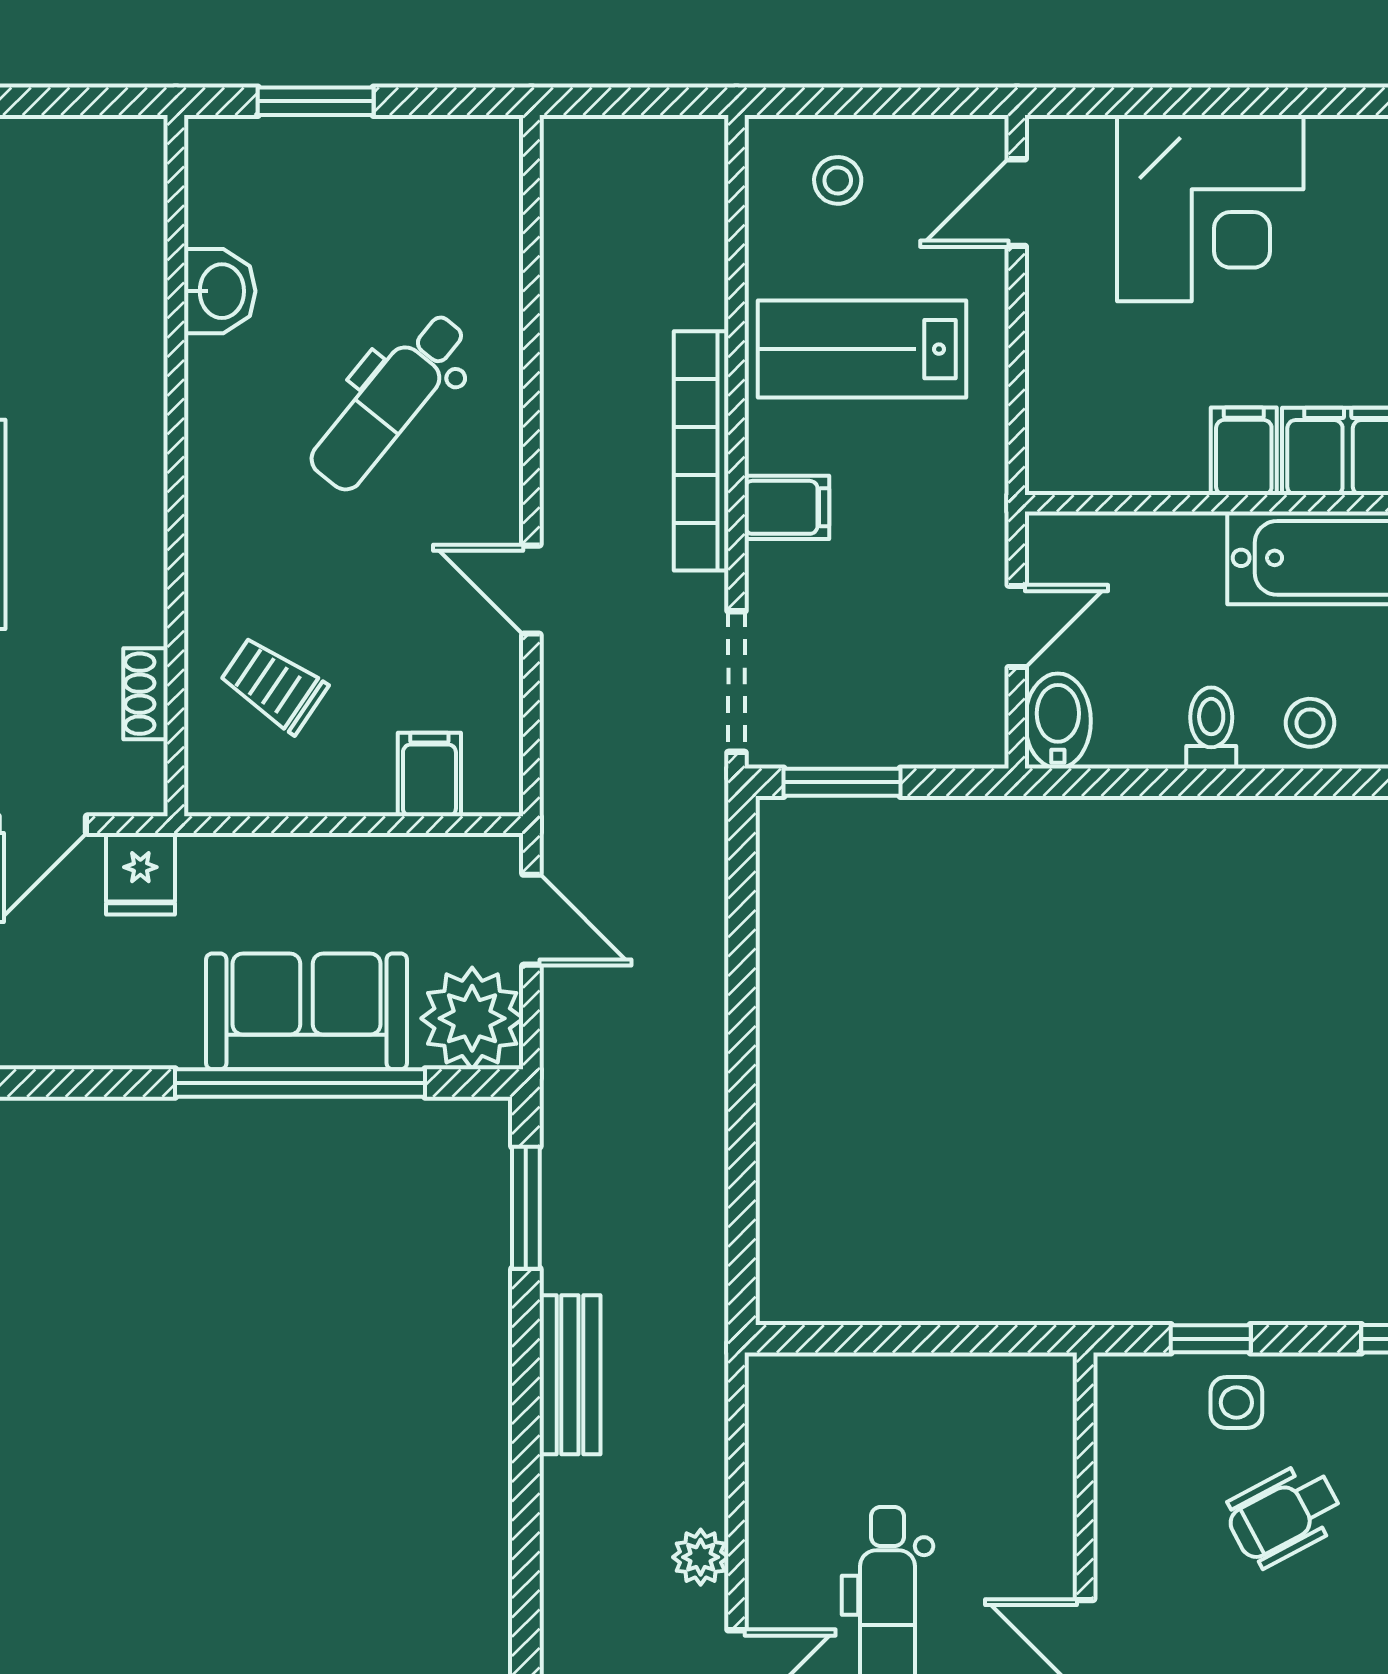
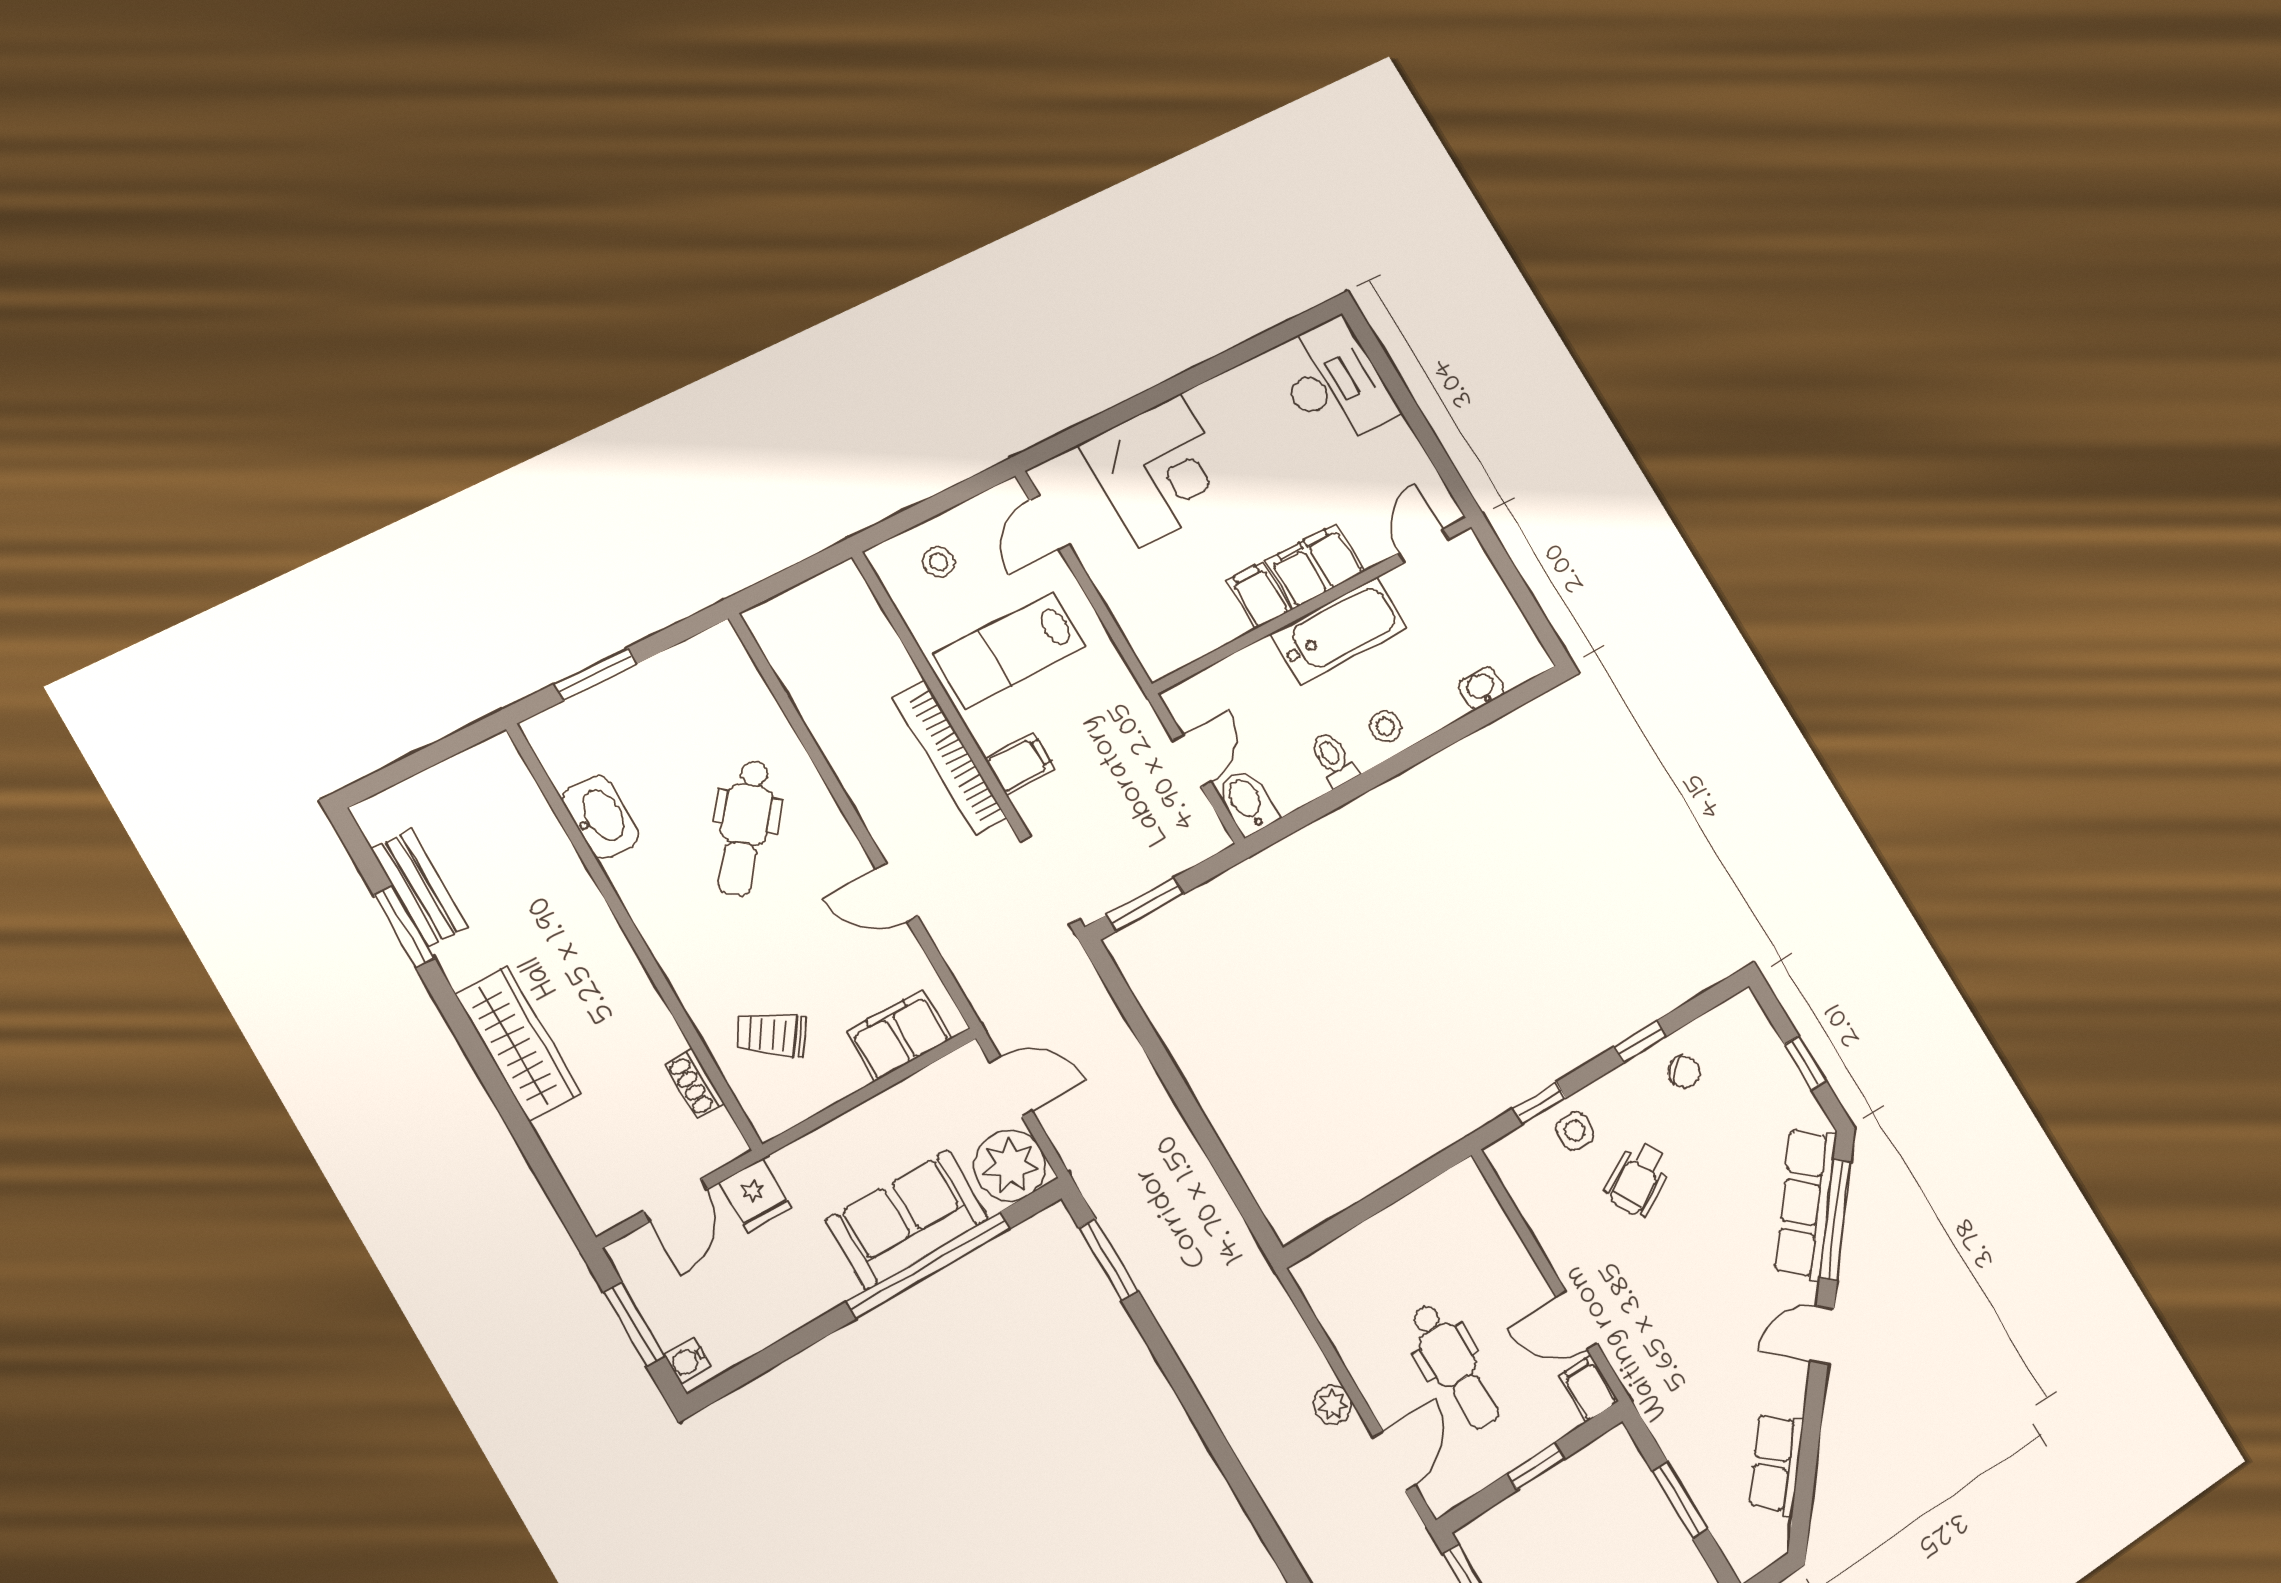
washbasin: (220, 291) -> (600, 817), width x1.38
filing cabinet: (429, 775) -> (899, 1035), width x2.00
bench: (570, 1375) -> (1193, 1343), removed

